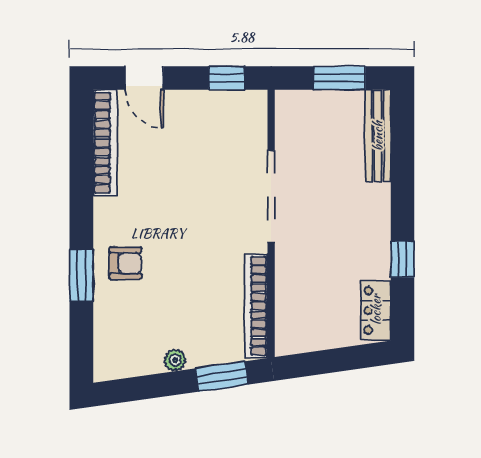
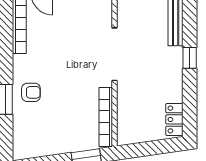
window: (402, 259) -> (190, 58), moved
plant: (175, 360) -> (60, 148), removed

